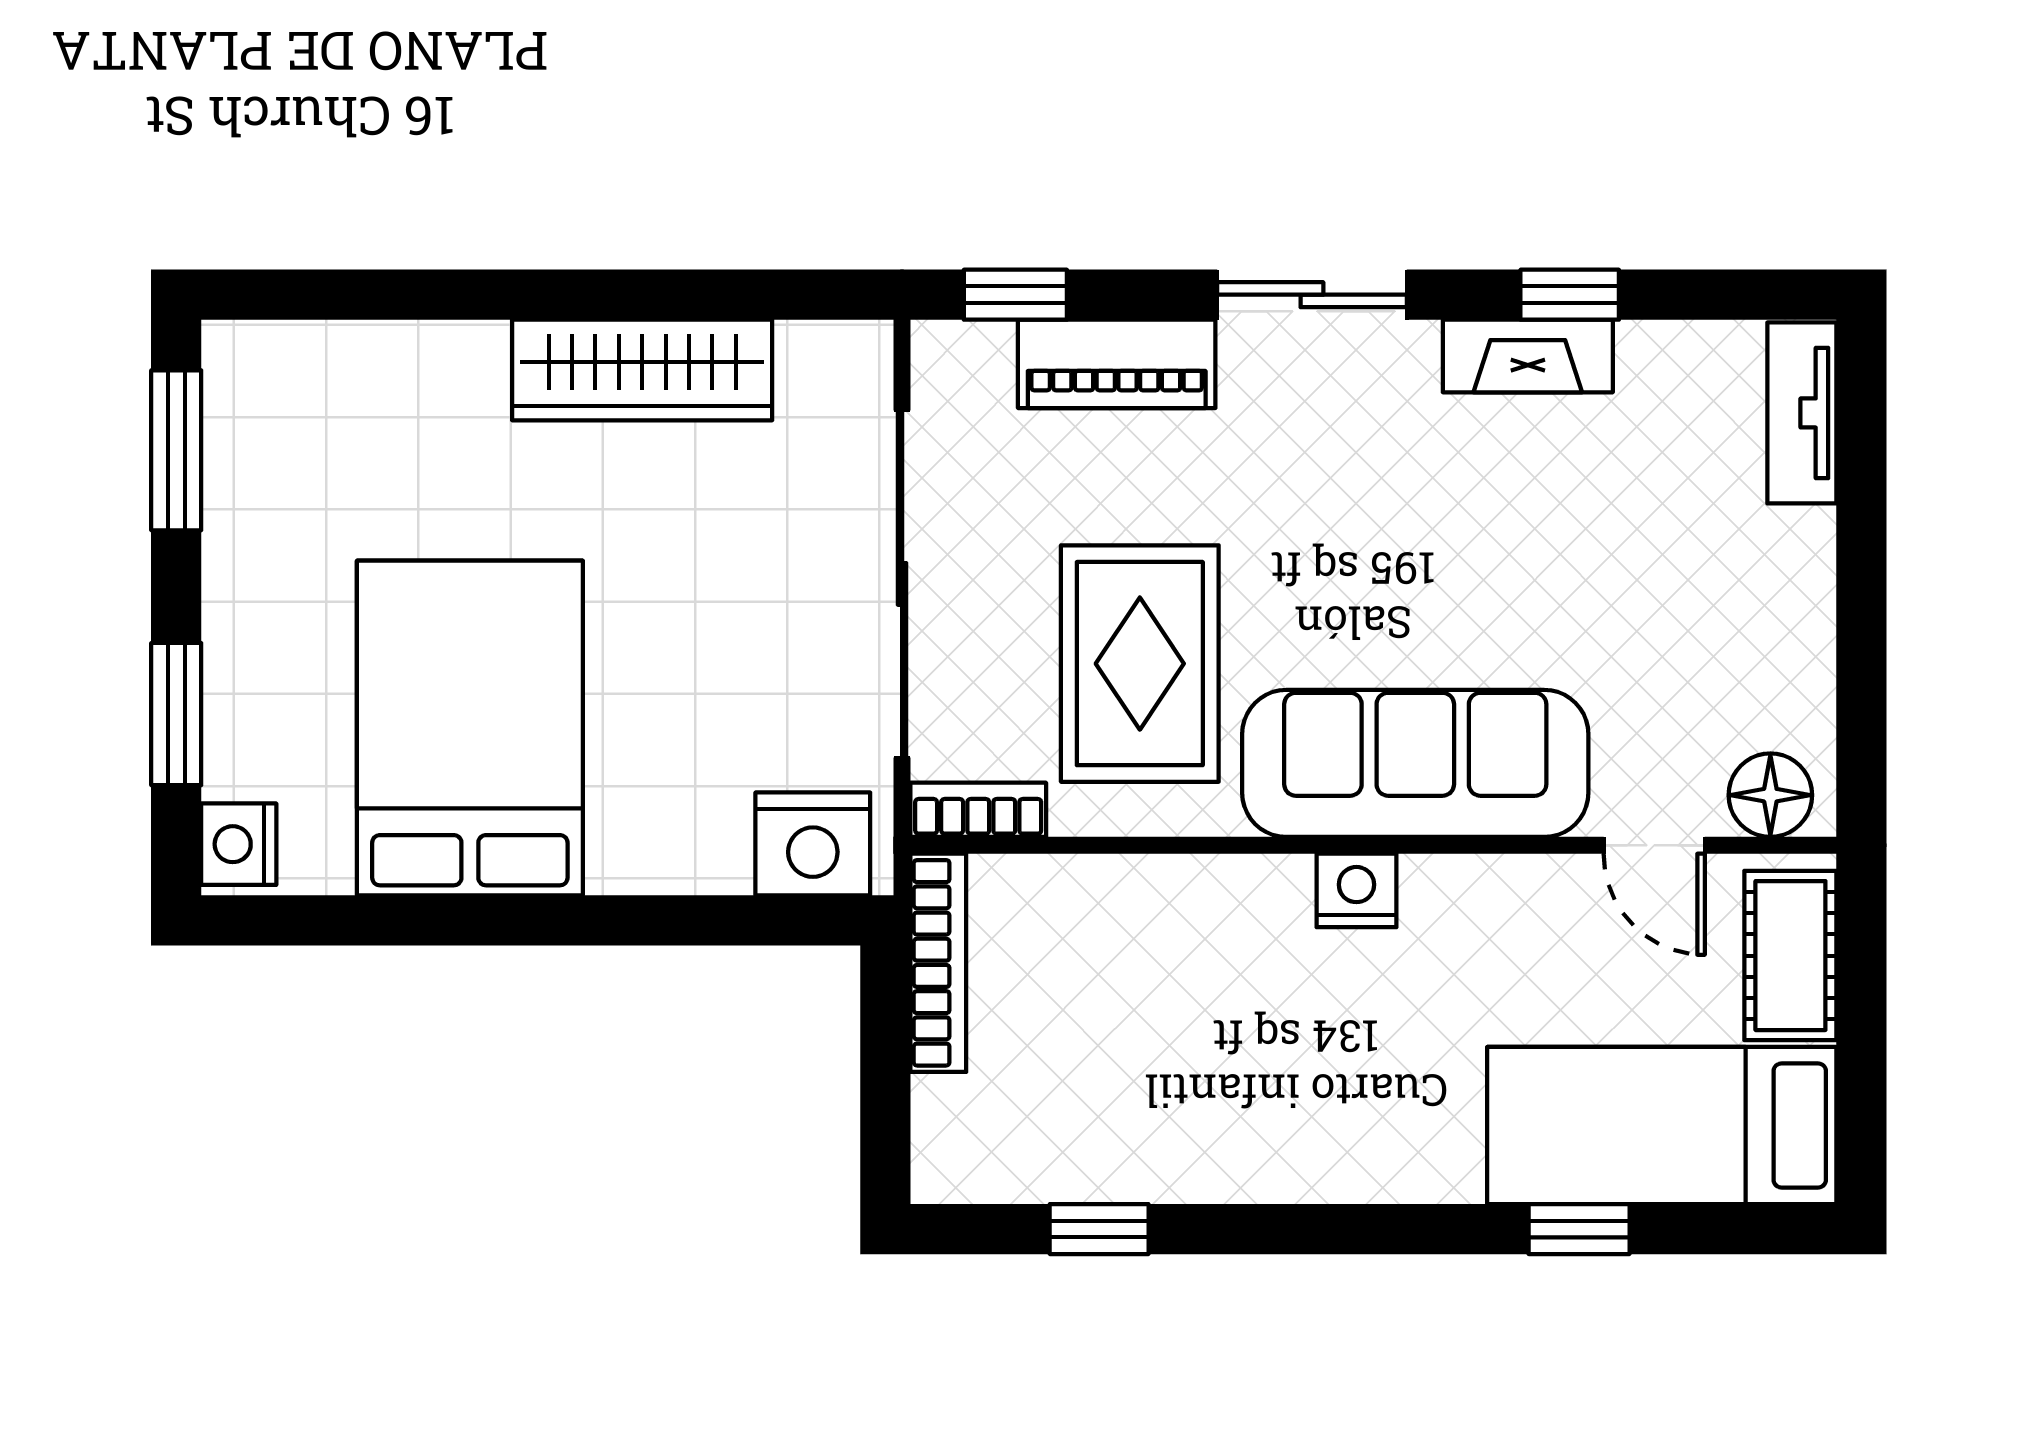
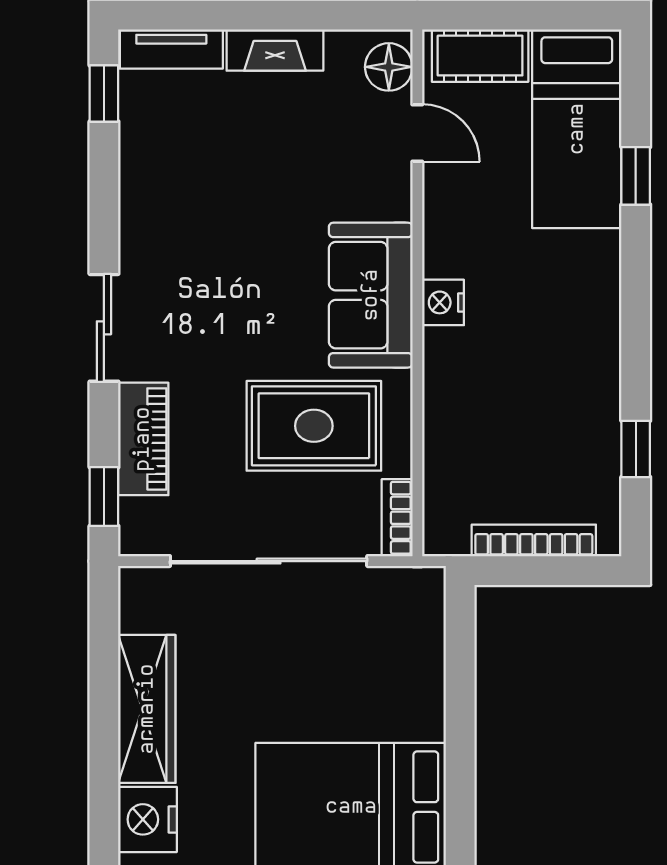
window: (1570, 295) -> (104, 94), moved
fireplace: (1528, 356) -> (275, 50), moved, turned 90
sofa: (1415, 763) -> (371, 295), width x0.73
nightstand: (813, 844) -> (147, 819), moved, turned 180
door: (1654, 845) -> (417, 133), hinge flipped
bookcase: (938, 963) -> (534, 540), moved

